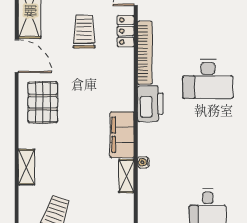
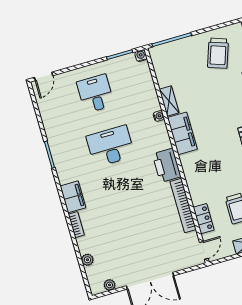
desk: (208, 79) -> (111, 146), moved

